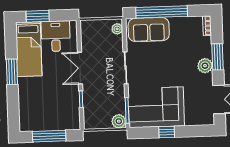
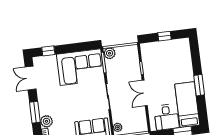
plant: (205, 66) -> (46, 121), moved
double door: (80, 68) -> (145, 93), swing flipped
window: (167, 132) -> (48, 51), moved
window: (49, 136) -> (164, 36), width x0.46

